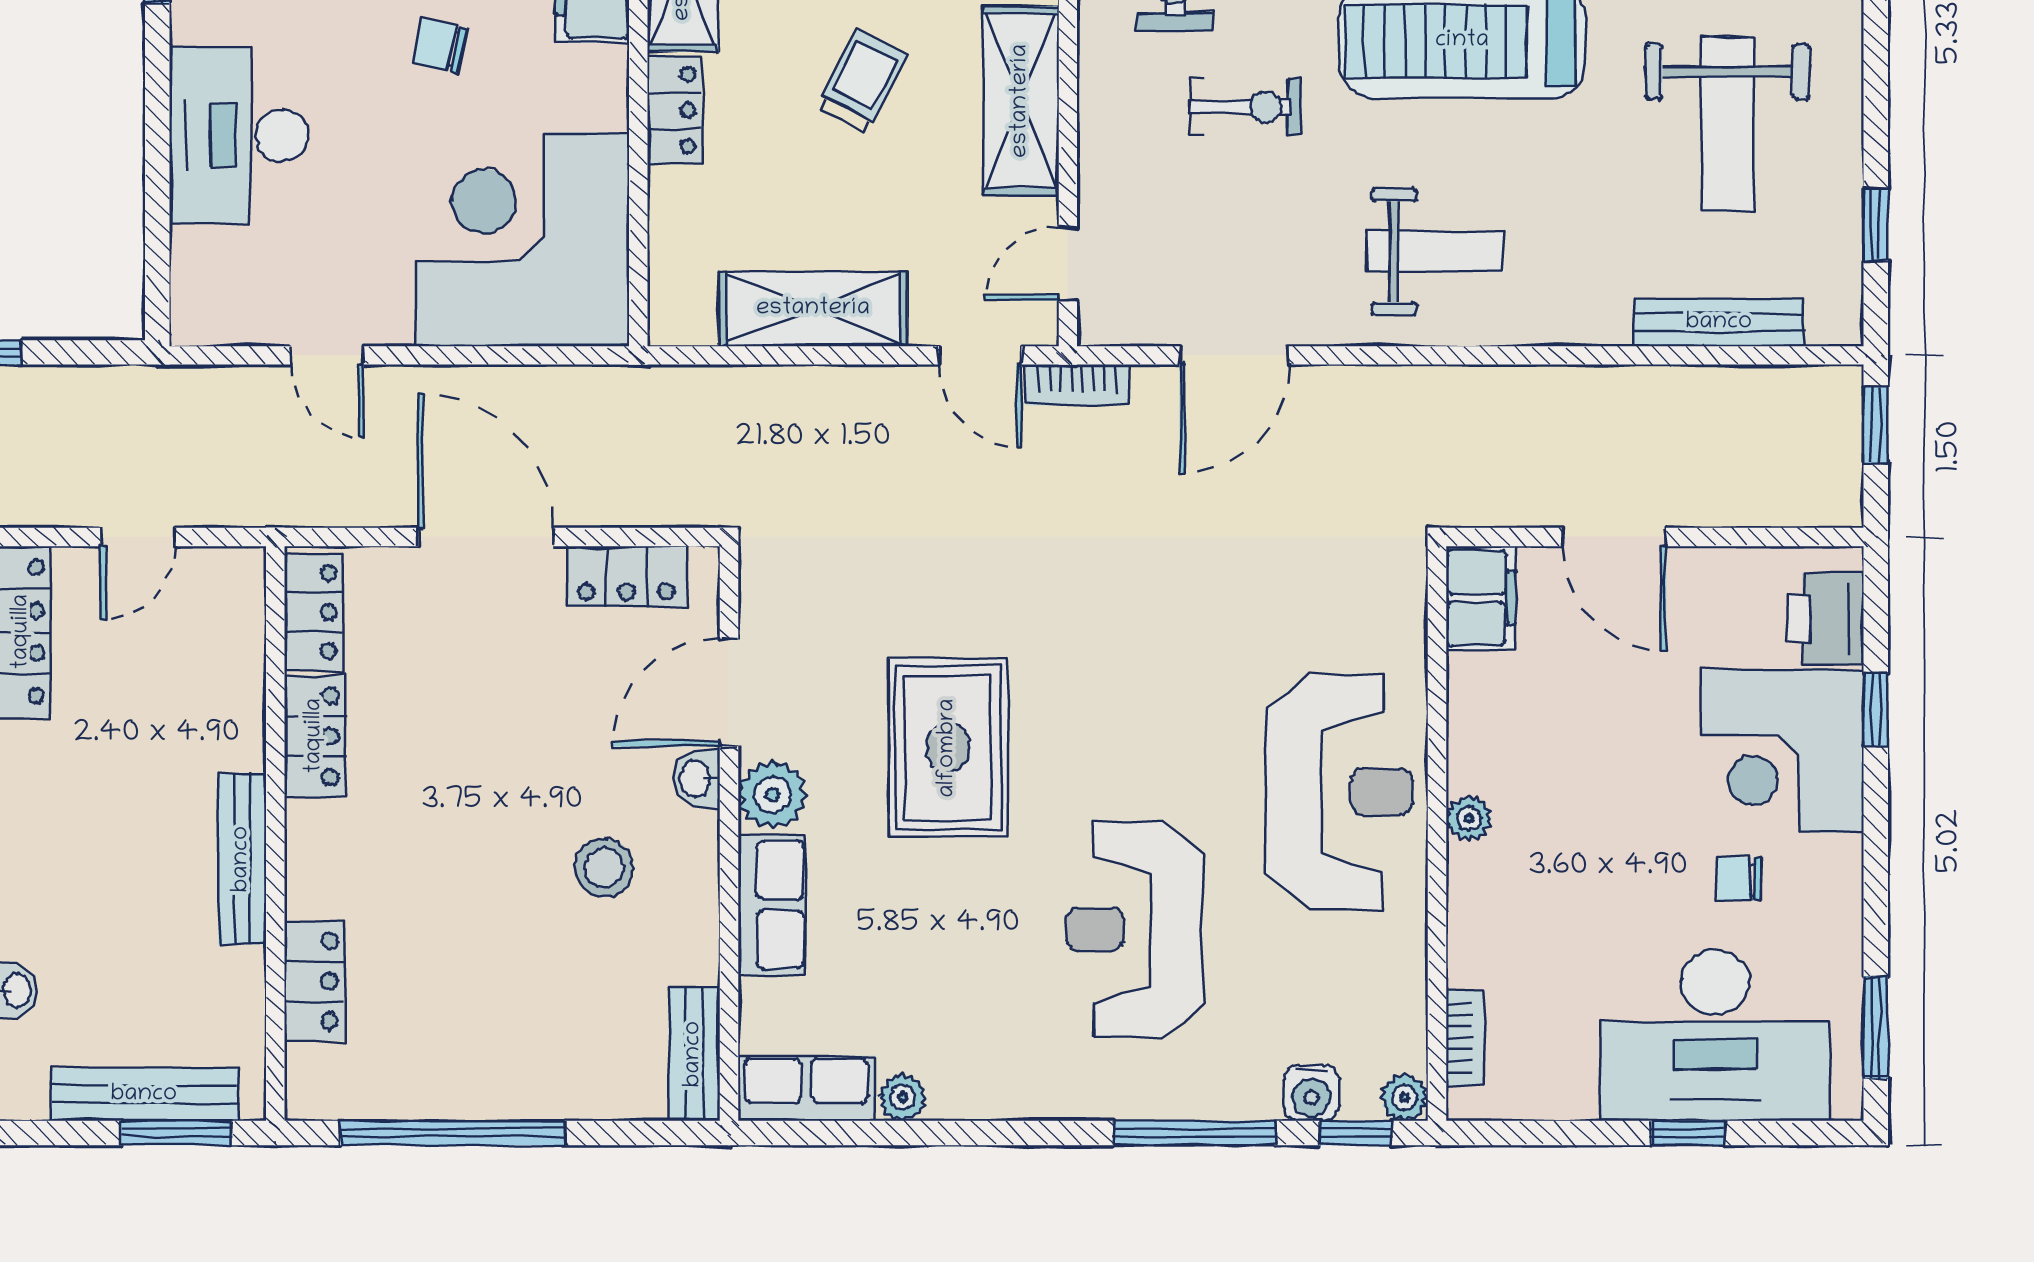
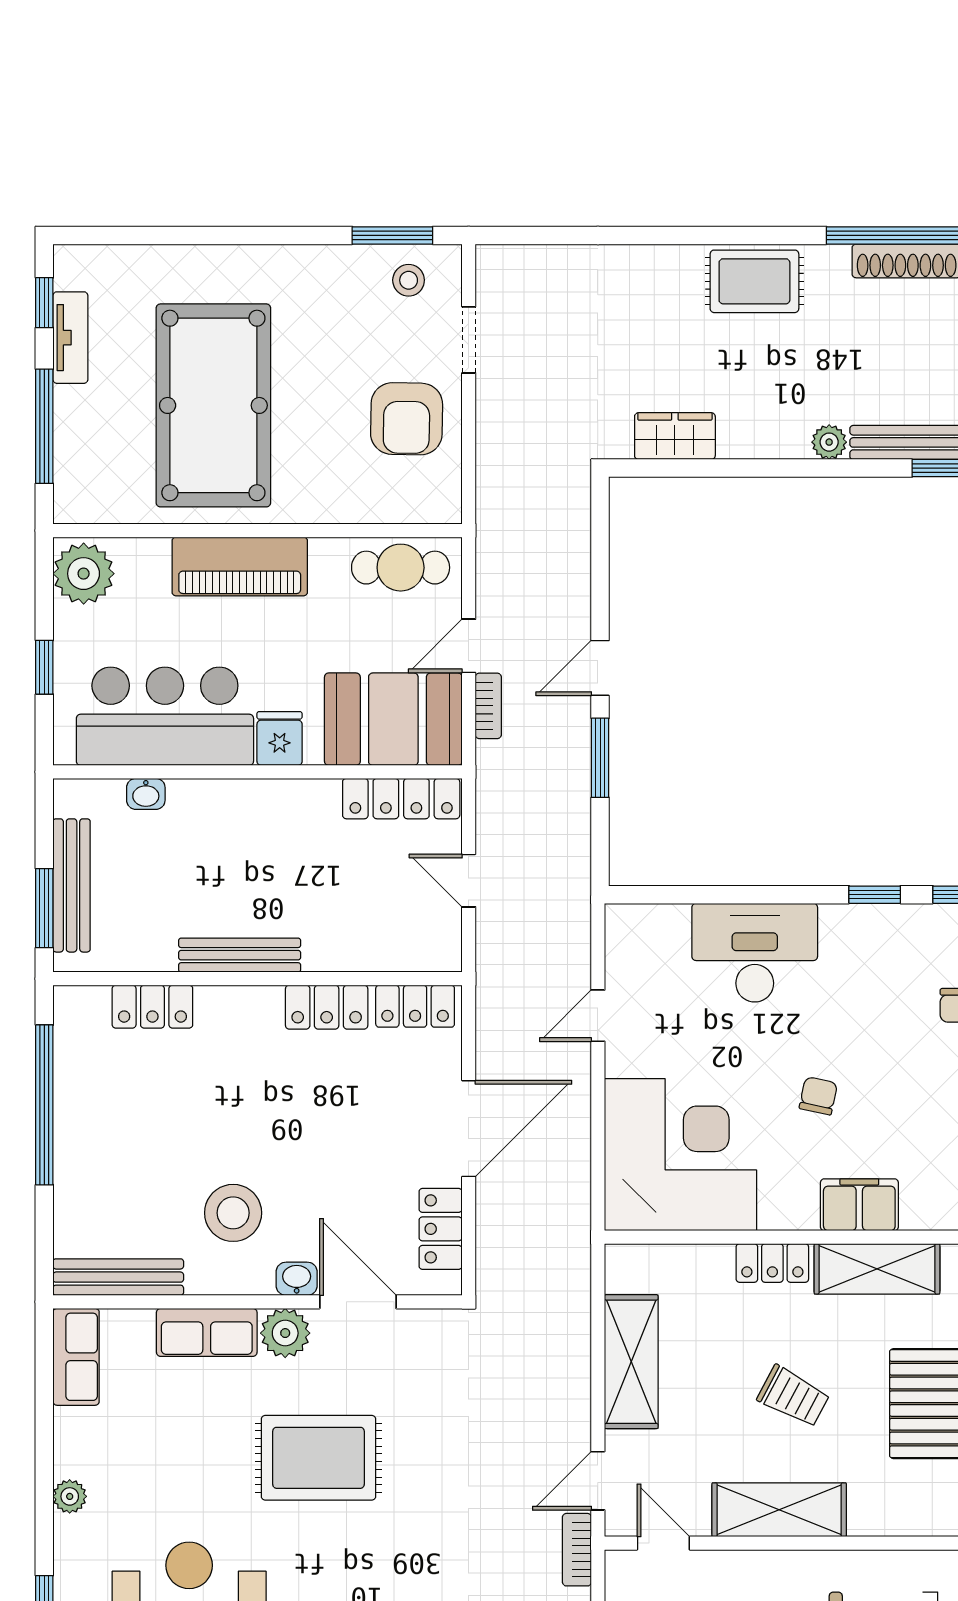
stool: (604, 868) -> (233, 1213), width x1.38, depth x1.38
bench: (694, 1054) -> (118, 1277), width x1.36
plant: (903, 1097) -> (70, 1496), moved

